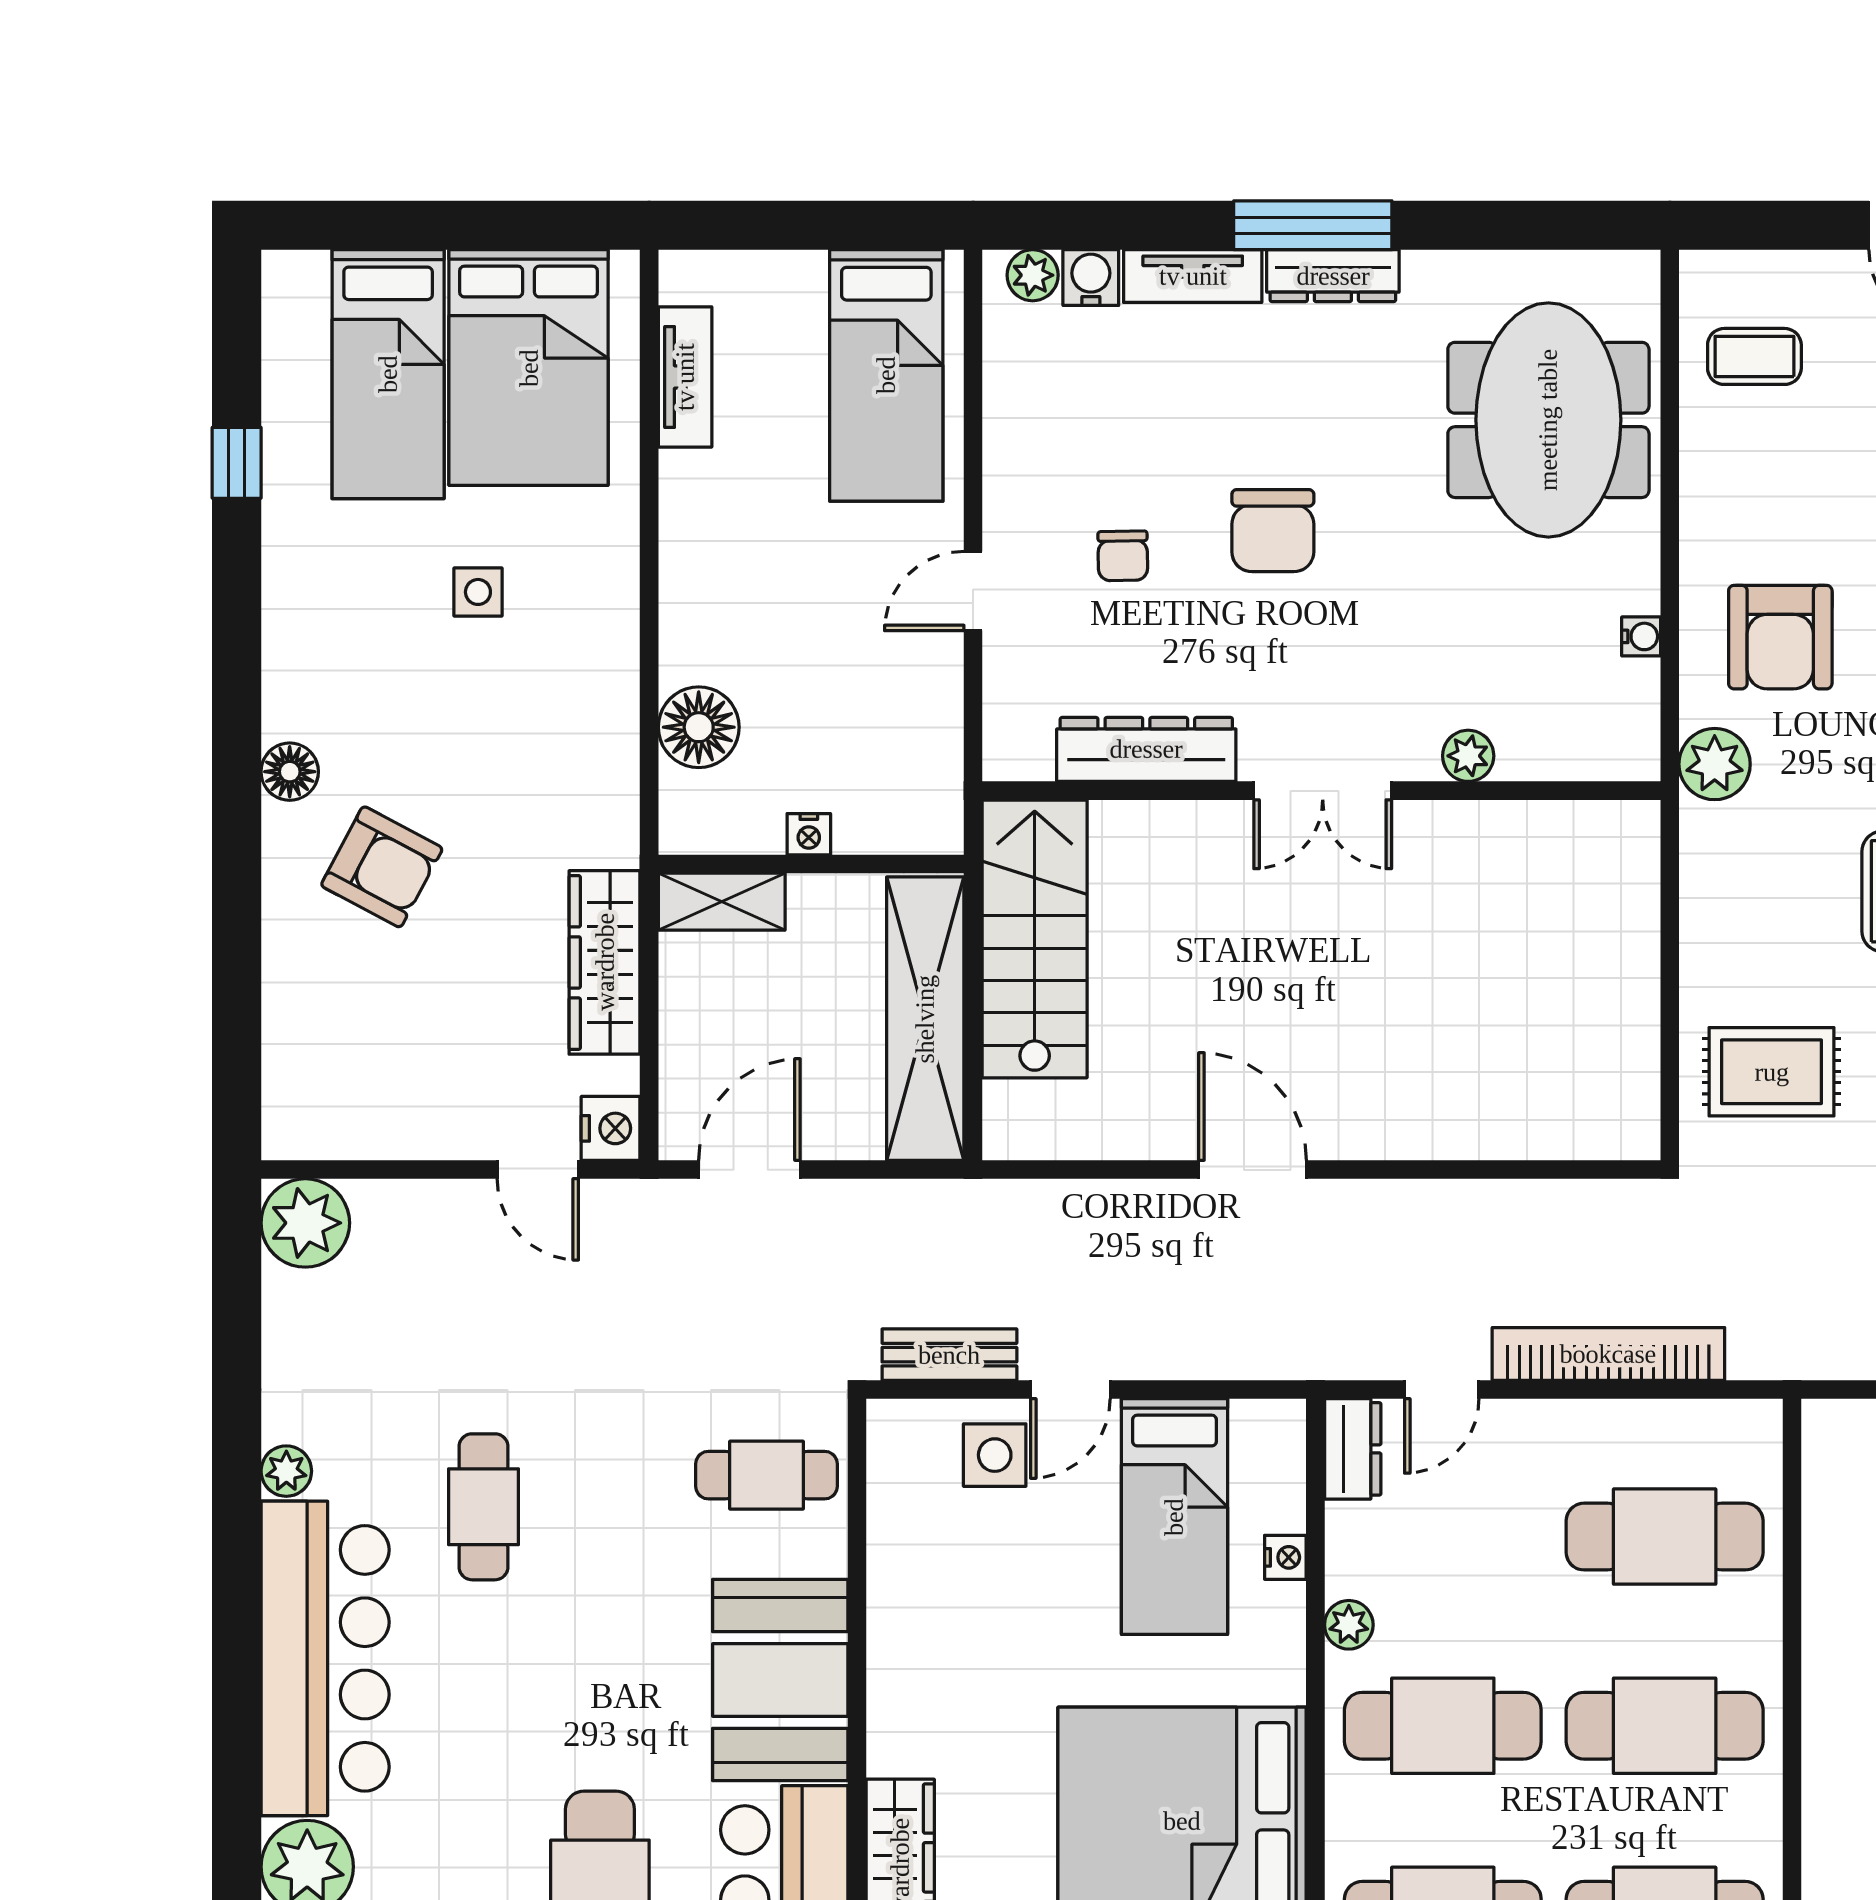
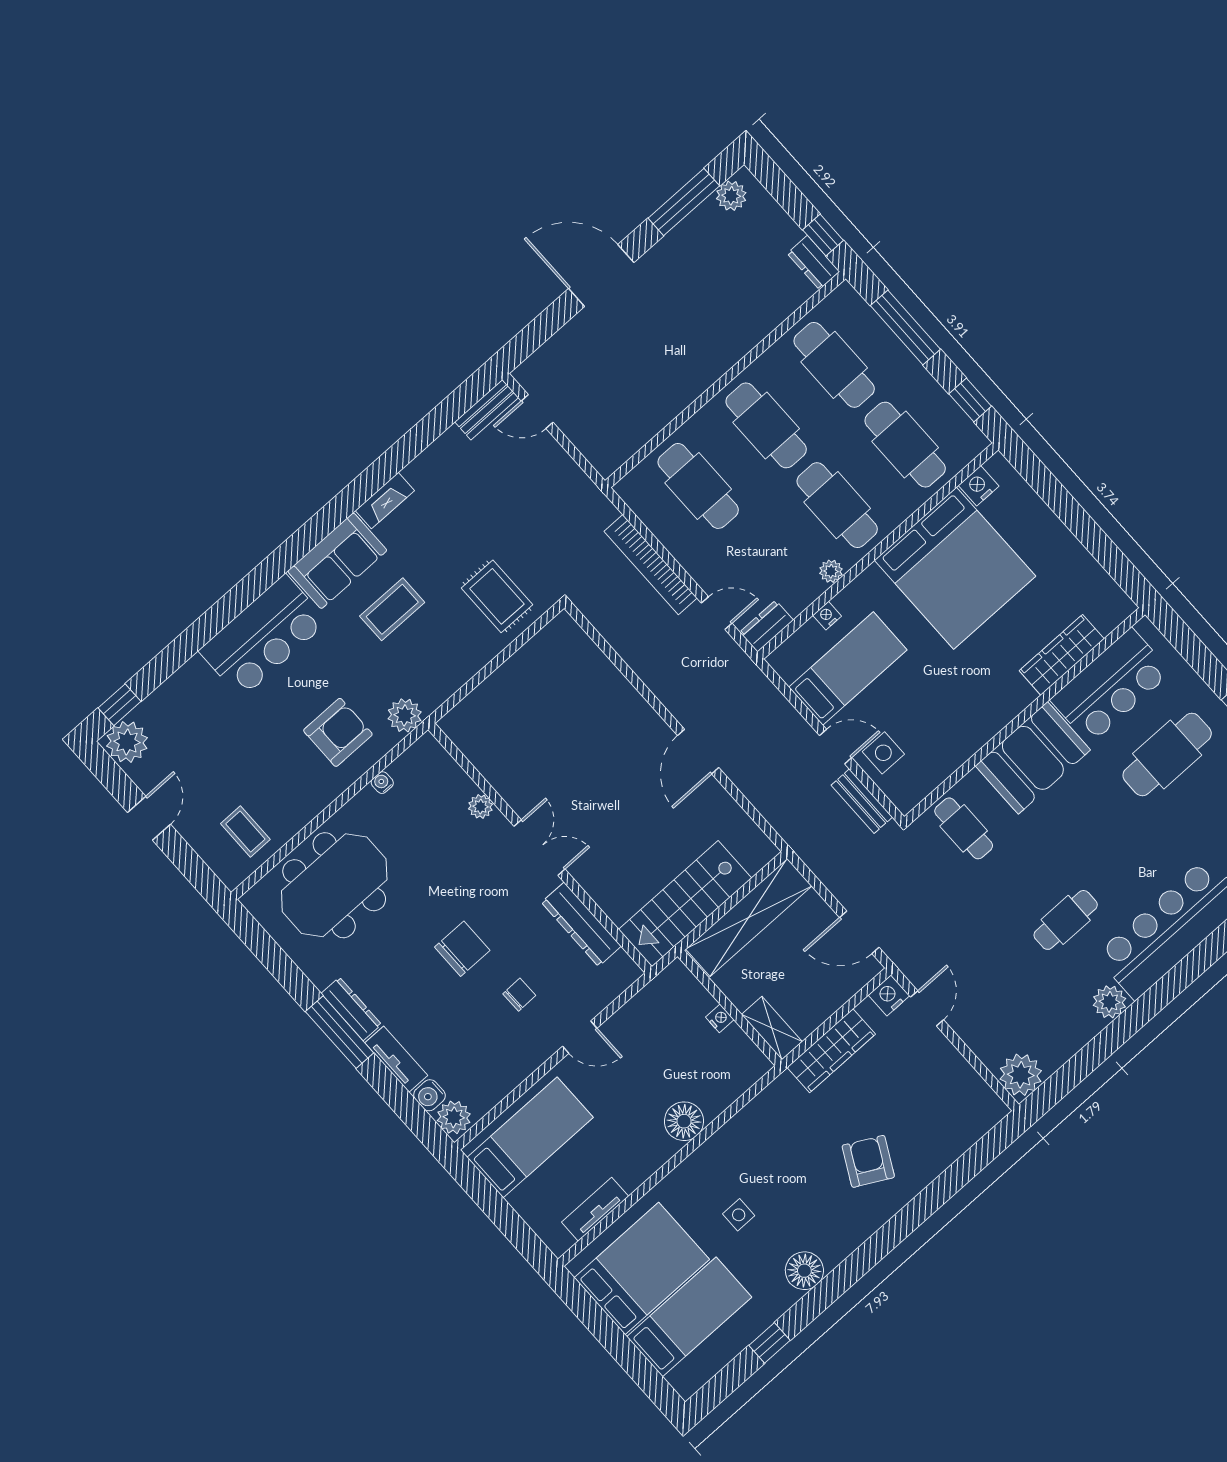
plant: (1033, 275) -> (454, 1117), width x1.38, depth x1.38
floor lamp: (699, 727) -> (684, 1121), moved
floor lamp: (290, 772) -> (804, 1271), moved, width x1.38, depth x1.38
plant: (286, 1471) -> (1109, 1002), width x1.38, depth x1.38

